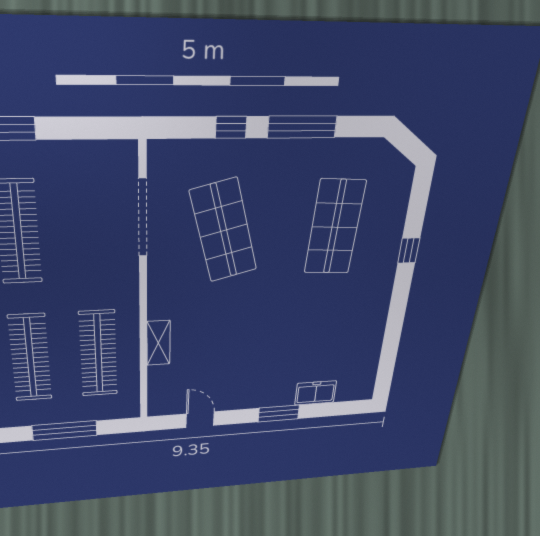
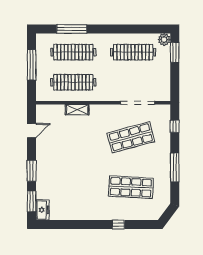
window: (231, 127) -> (175, 126), moved
freezer: (316, 393) -> (43, 210), moved
window: (336, 409) -> (32, 201), added

